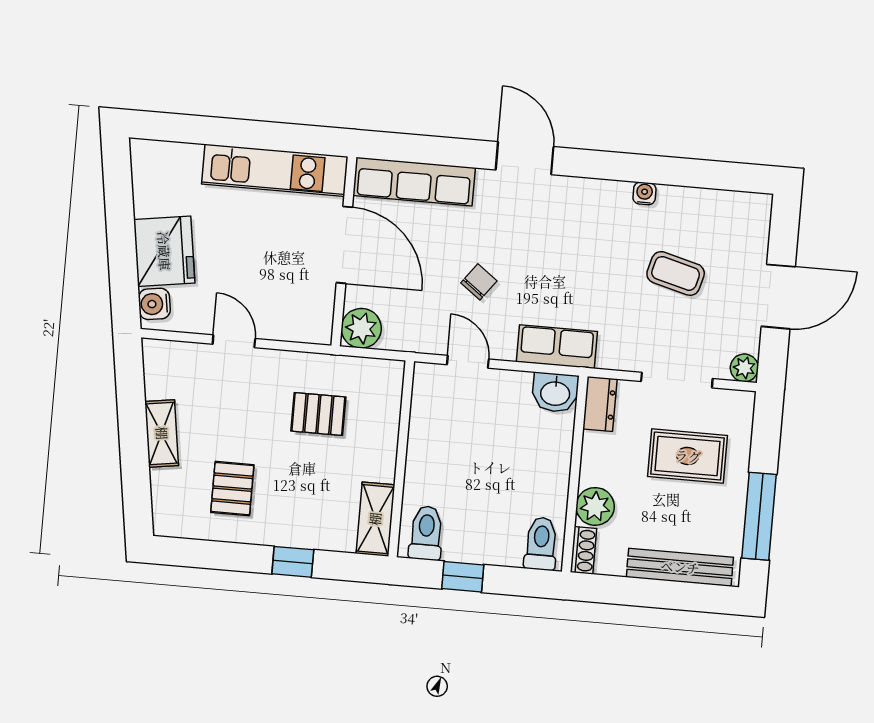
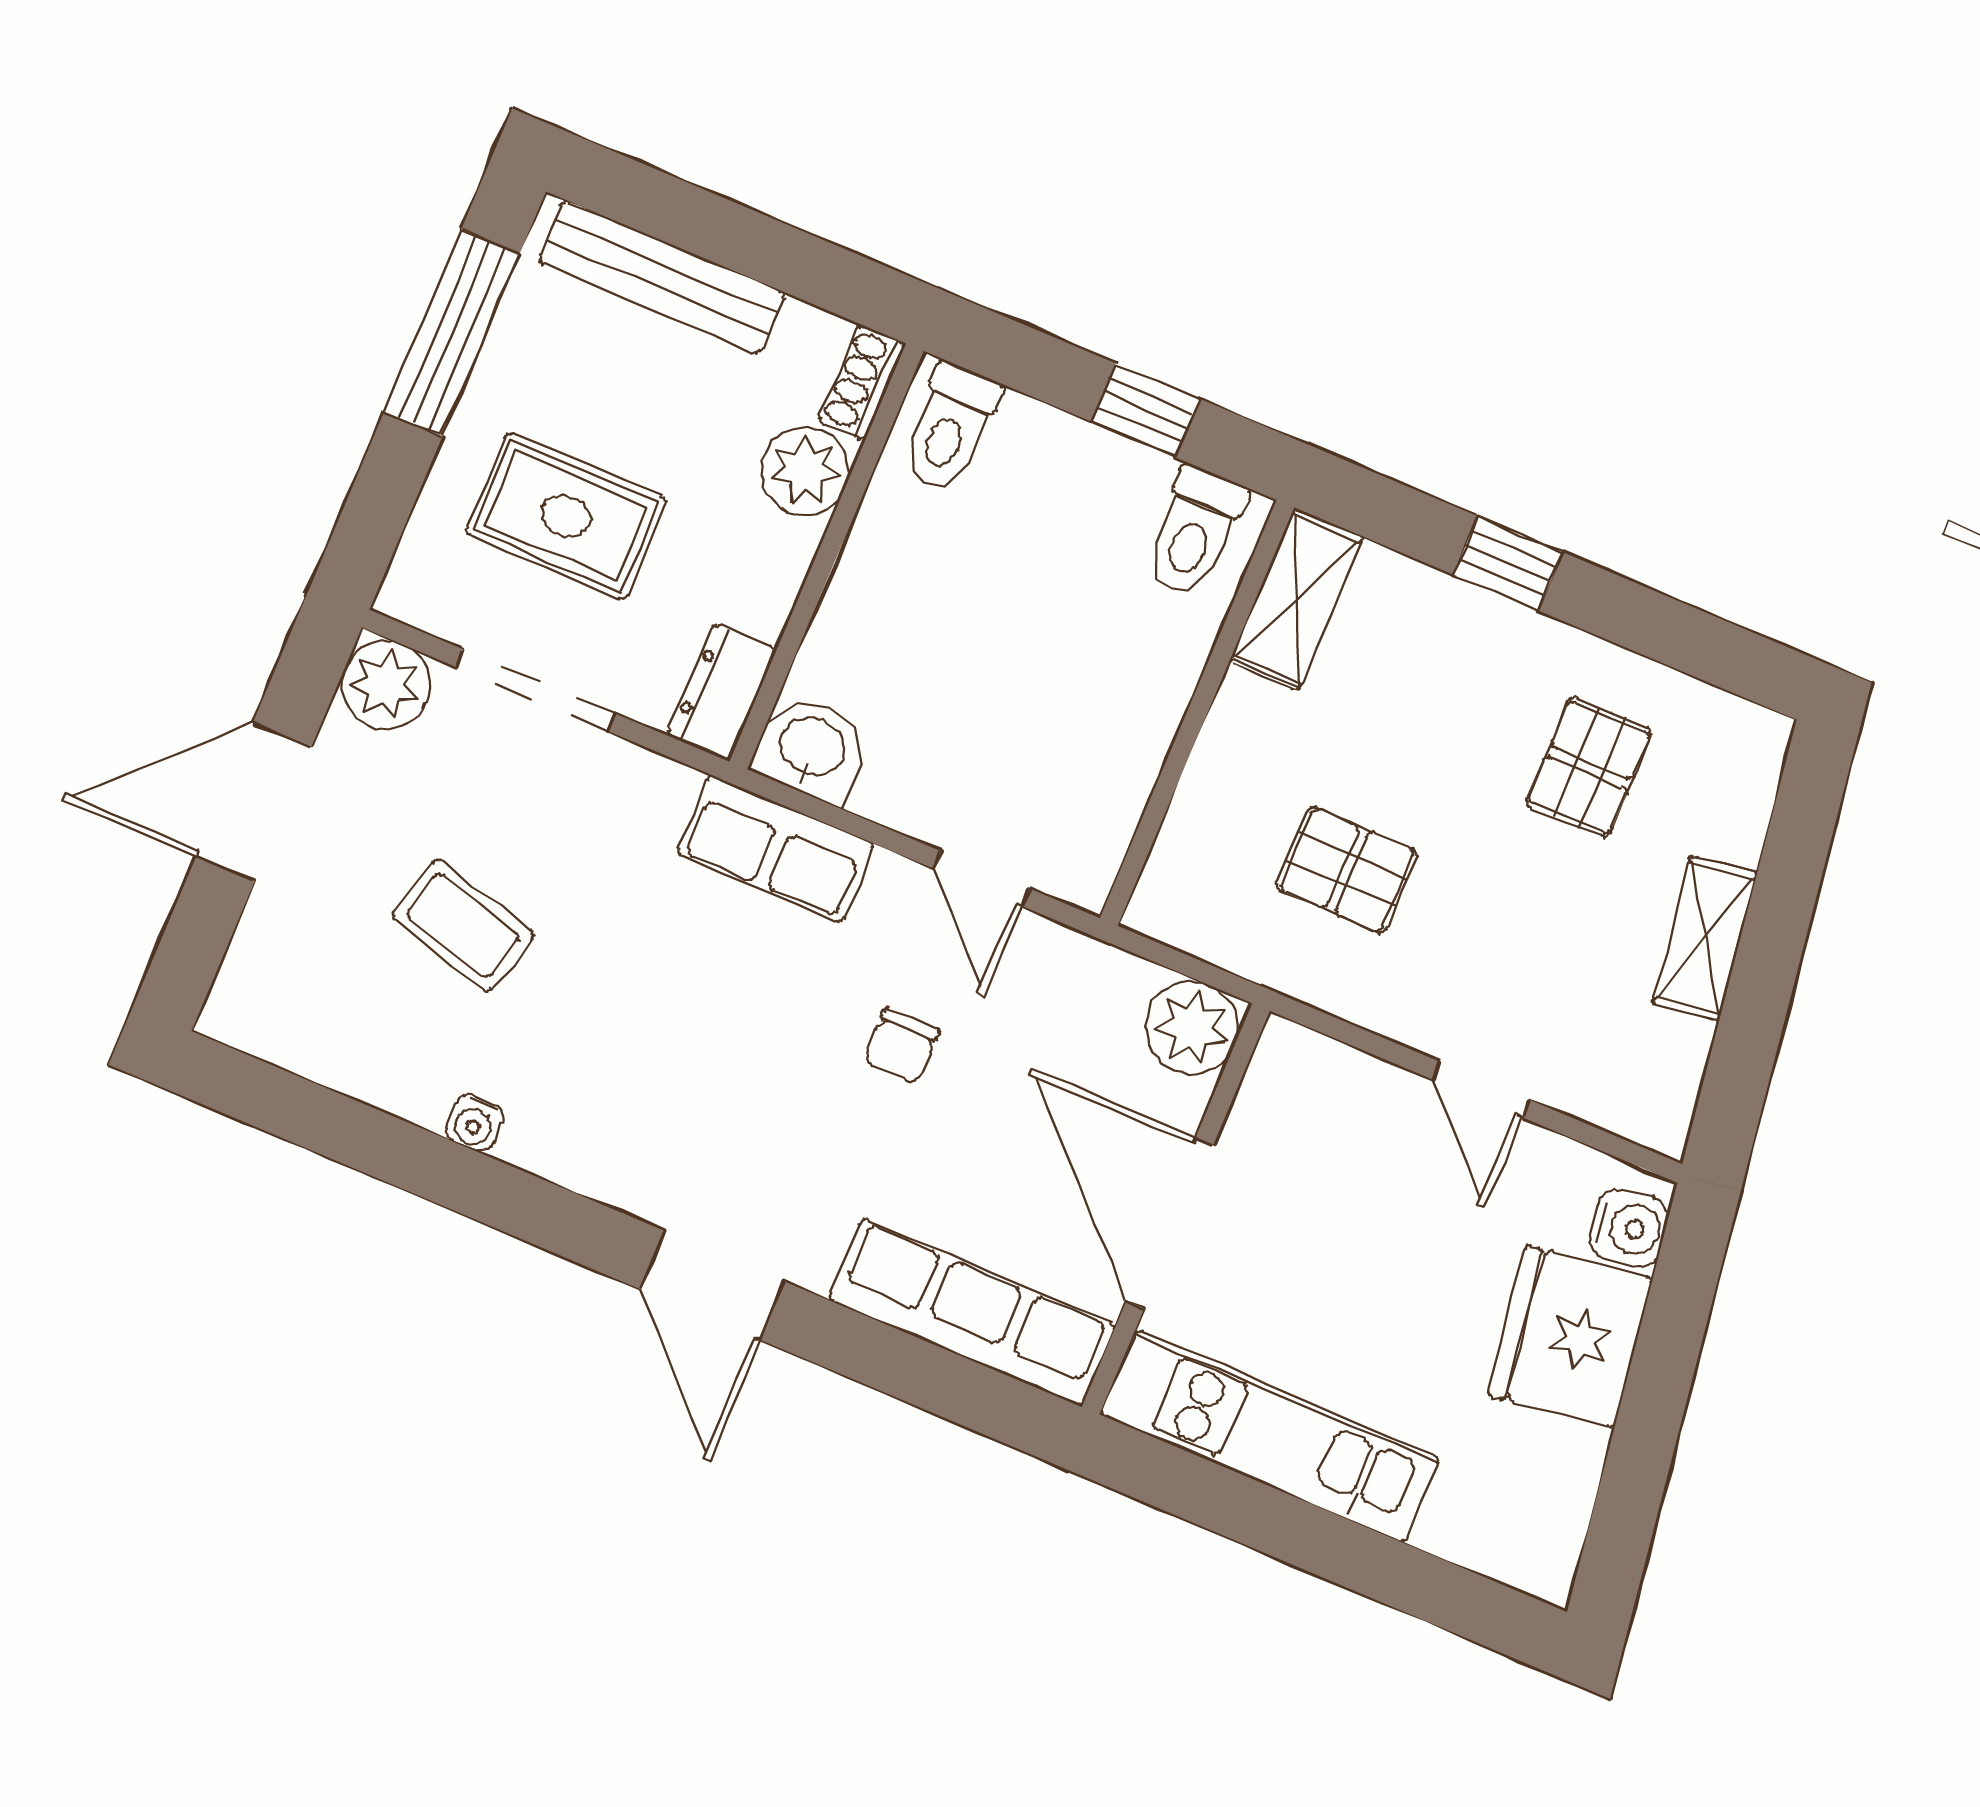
chair: (479, 282) -> (901, 1046), turned -37
plant: (744, 368) -> (385, 685), width x1.38, depth x1.38

